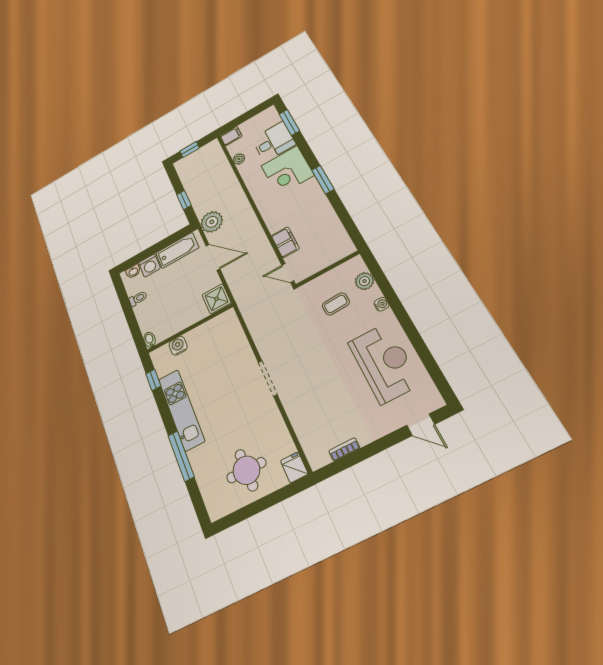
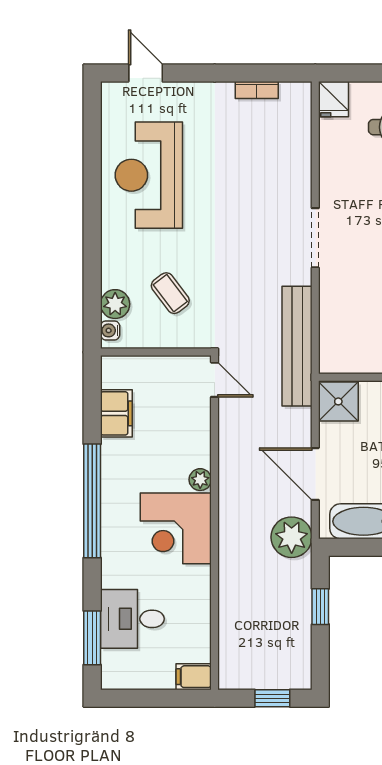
plant: (239, 159) -> (200, 480), moved
corner desk: (287, 171) -> (176, 528), moved, turned 180
window: (323, 180) -> (92, 501), width x2.11
filing cabinet: (285, 242) -> (116, 413), moved, turned 180
coffee table: (336, 304) -> (170, 293), turned 56
water cooler: (381, 304) -> (110, 330), moved
bench: (251, 315) -> (297, 346), added

